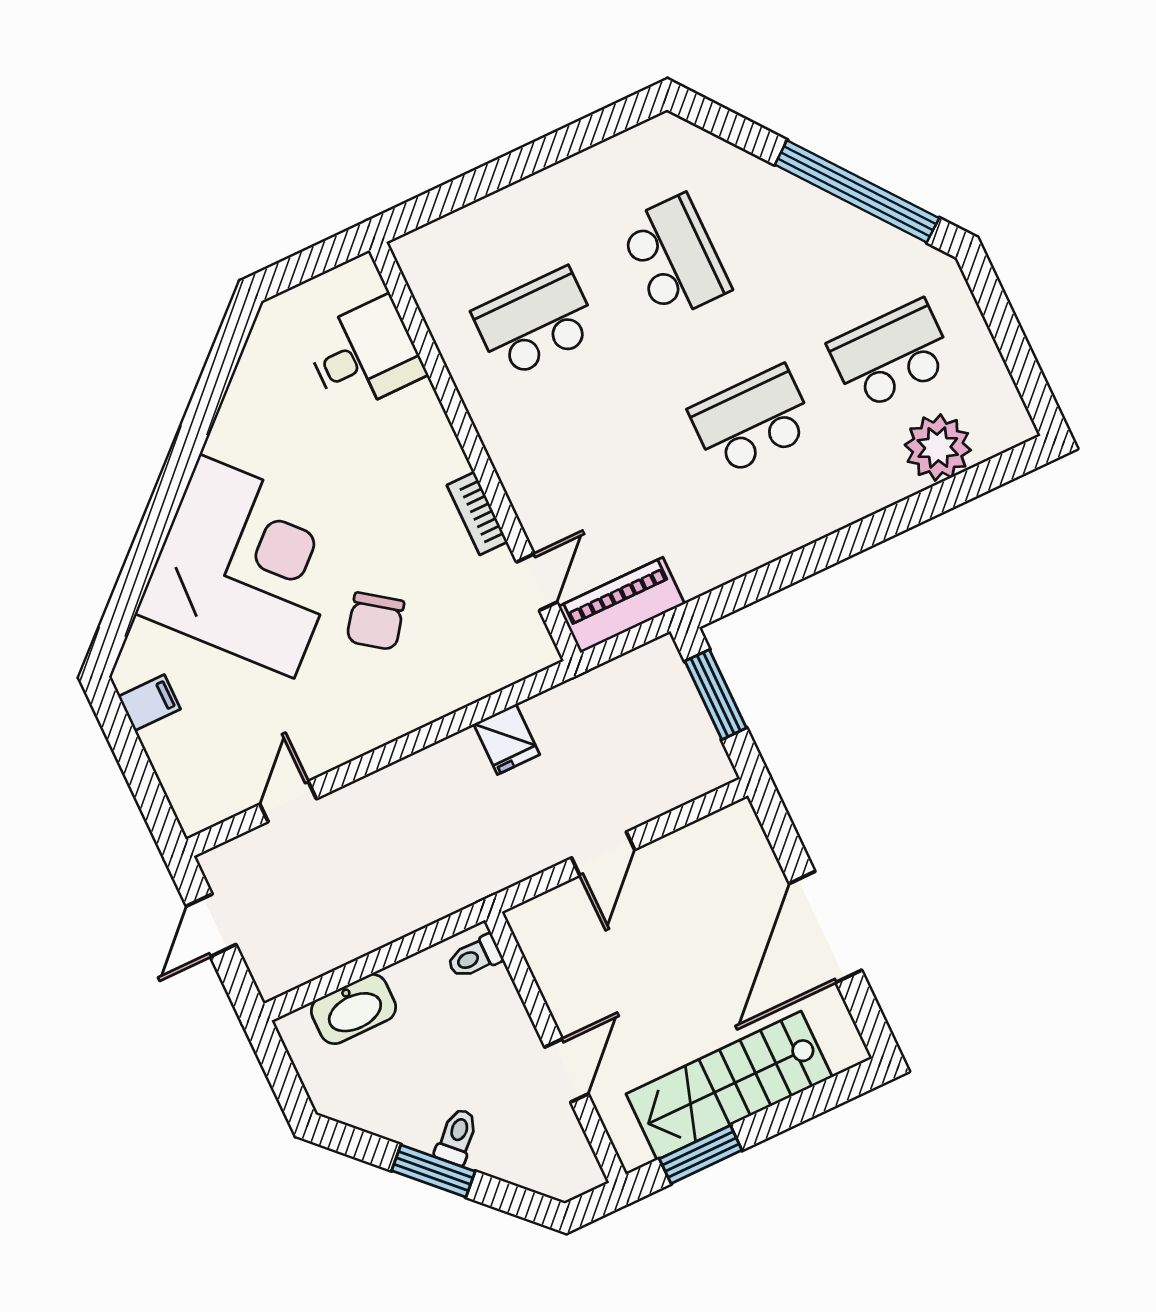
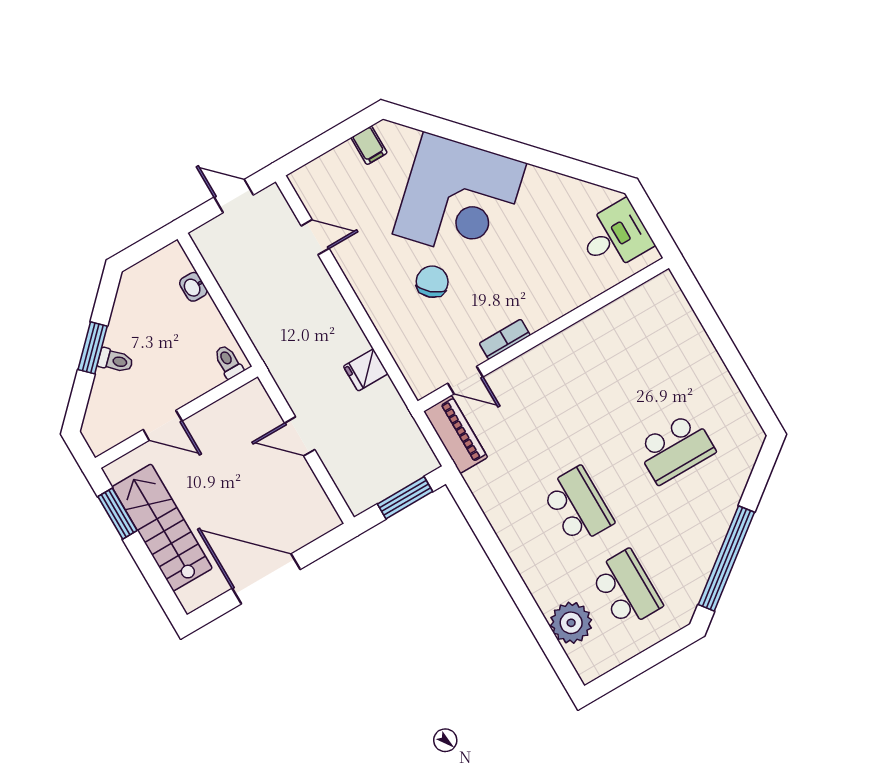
school desk: (536, 323) -> (627, 365), removed
desk: (365, 355) -> (615, 236), moved, turned -90
chair: (375, 621) -> (432, 282), turned 94
washbasin: (353, 1009) -> (193, 287), width x0.52, depth x0.69

